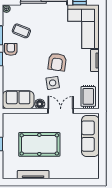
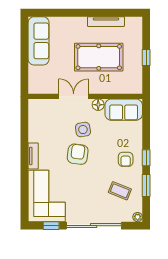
armchair: (11, 49) -> (126, 159), moved
rug: (88, 96) -> (41, 114), removed
double door: (61, 111) -> (74, 96), swing flipped
sofa: (90, 136) -> (39, 41), moved

